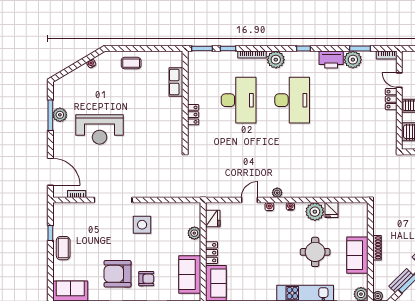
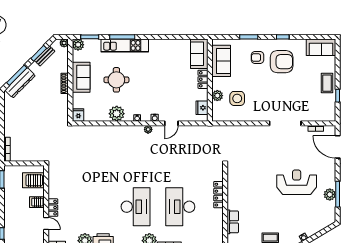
desk: (292, 100) -> (136, 207), turned 180
locker: (193, 115) -> (218, 195), width x1.53
fridge: (331, 210) -> (78, 115), moved
side table: (142, 225) -> (237, 98), moved

